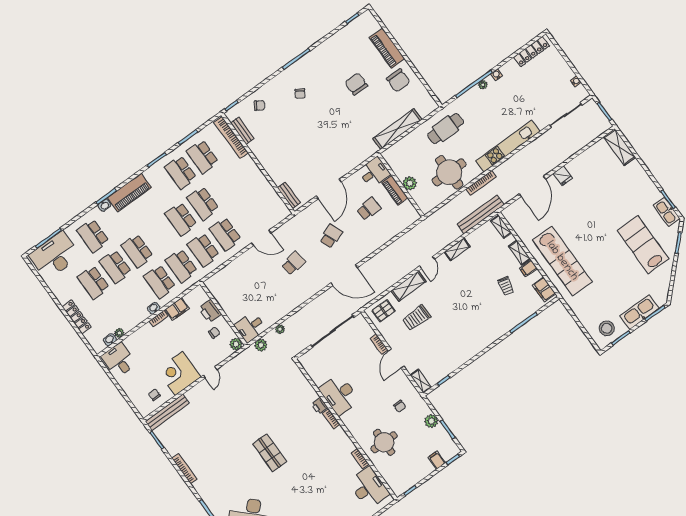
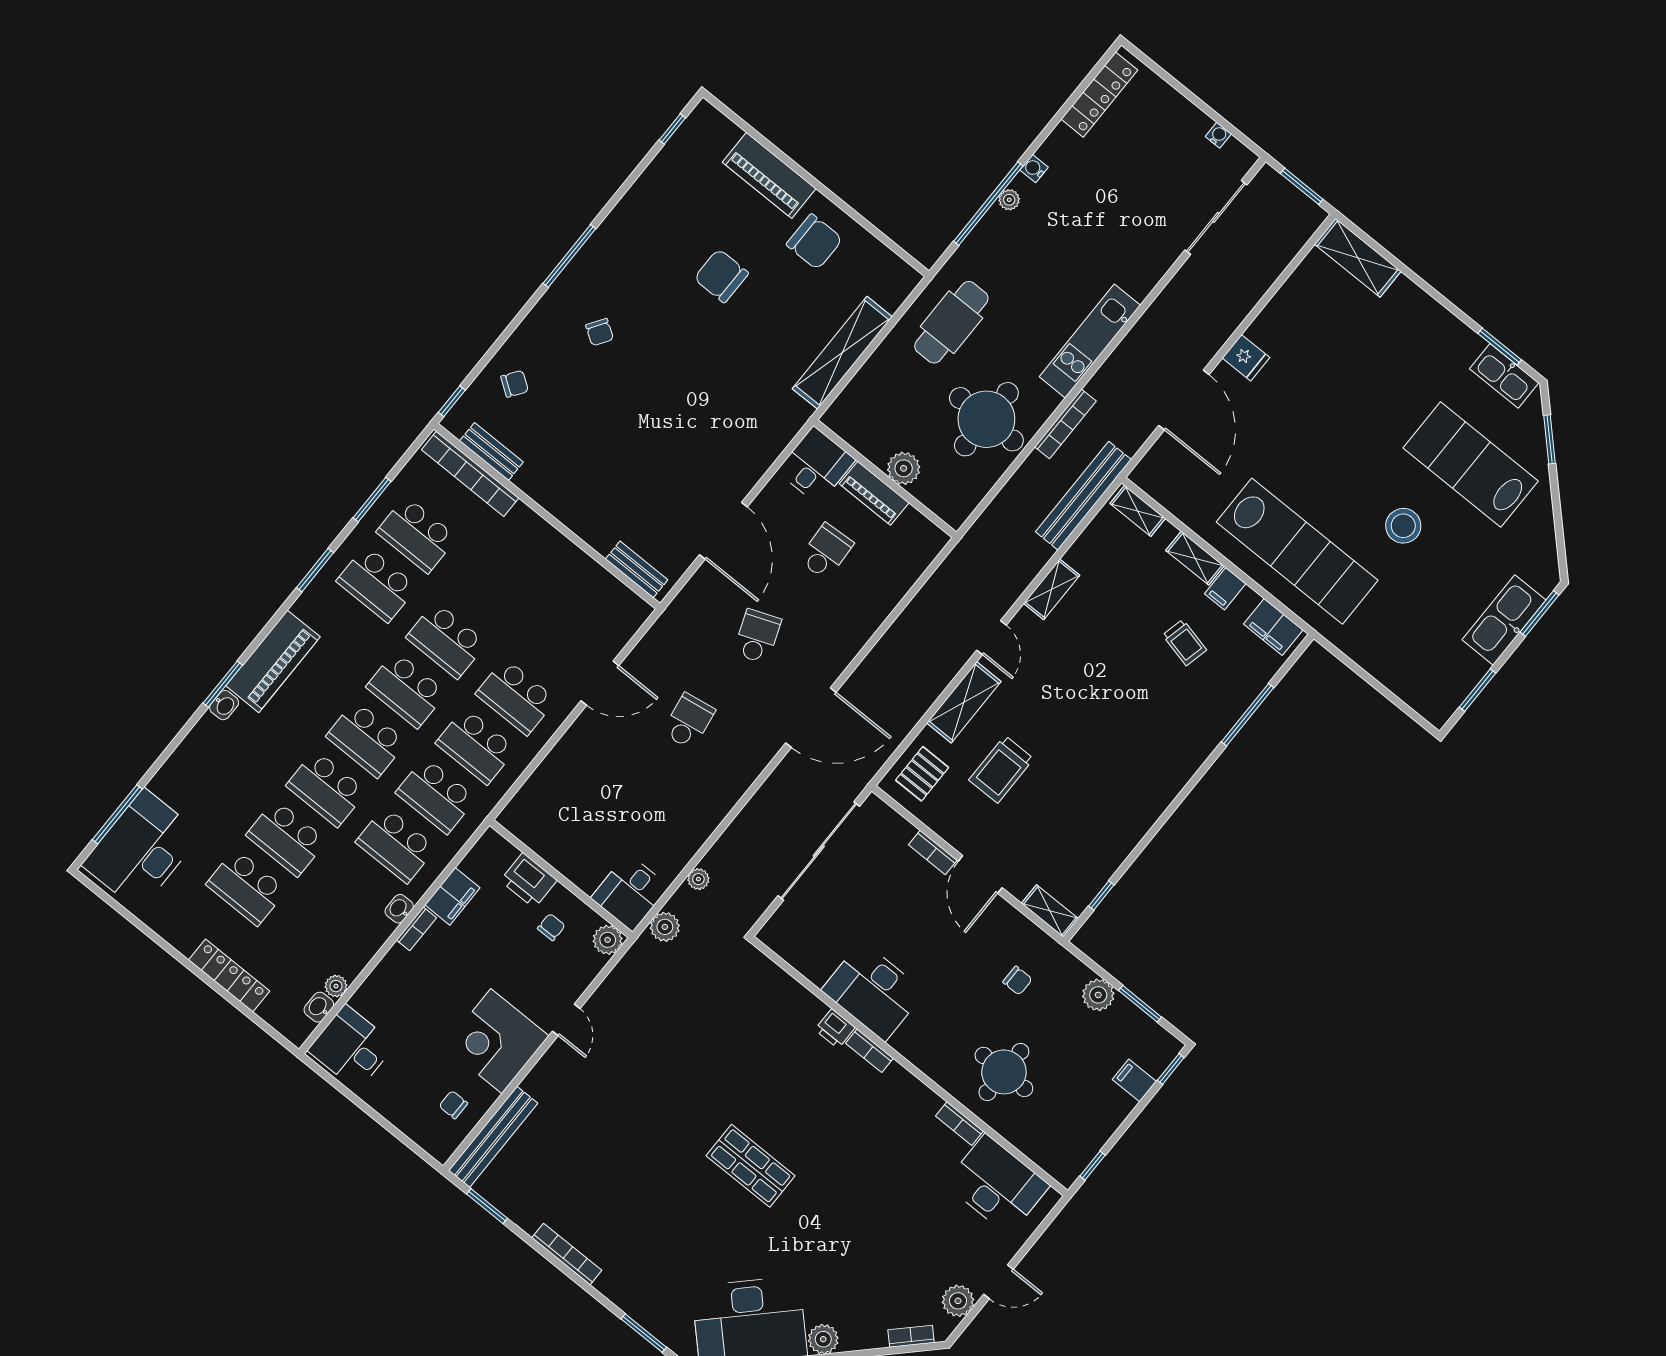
kitchen unit: (508, 146) -> (1090, 341), width x0.73
school desk: (93, 236) -> (366, 739), moved
stool: (607, 328) -> (1403, 526), moved

